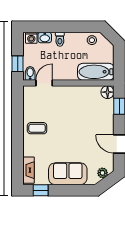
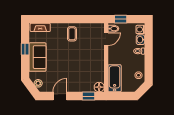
door: (44, 83) -> (106, 39), hinge flipped
window: (41, 190) -> (25, 49), moved

